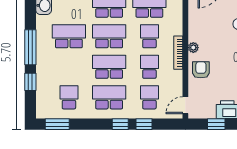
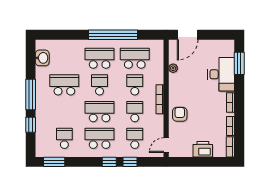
school desk: (109, 36) -> (100, 85), width x0.54
plant: (193, 48) -> (173, 68), moved
window: (216, 124) -> (193, 162), removed

